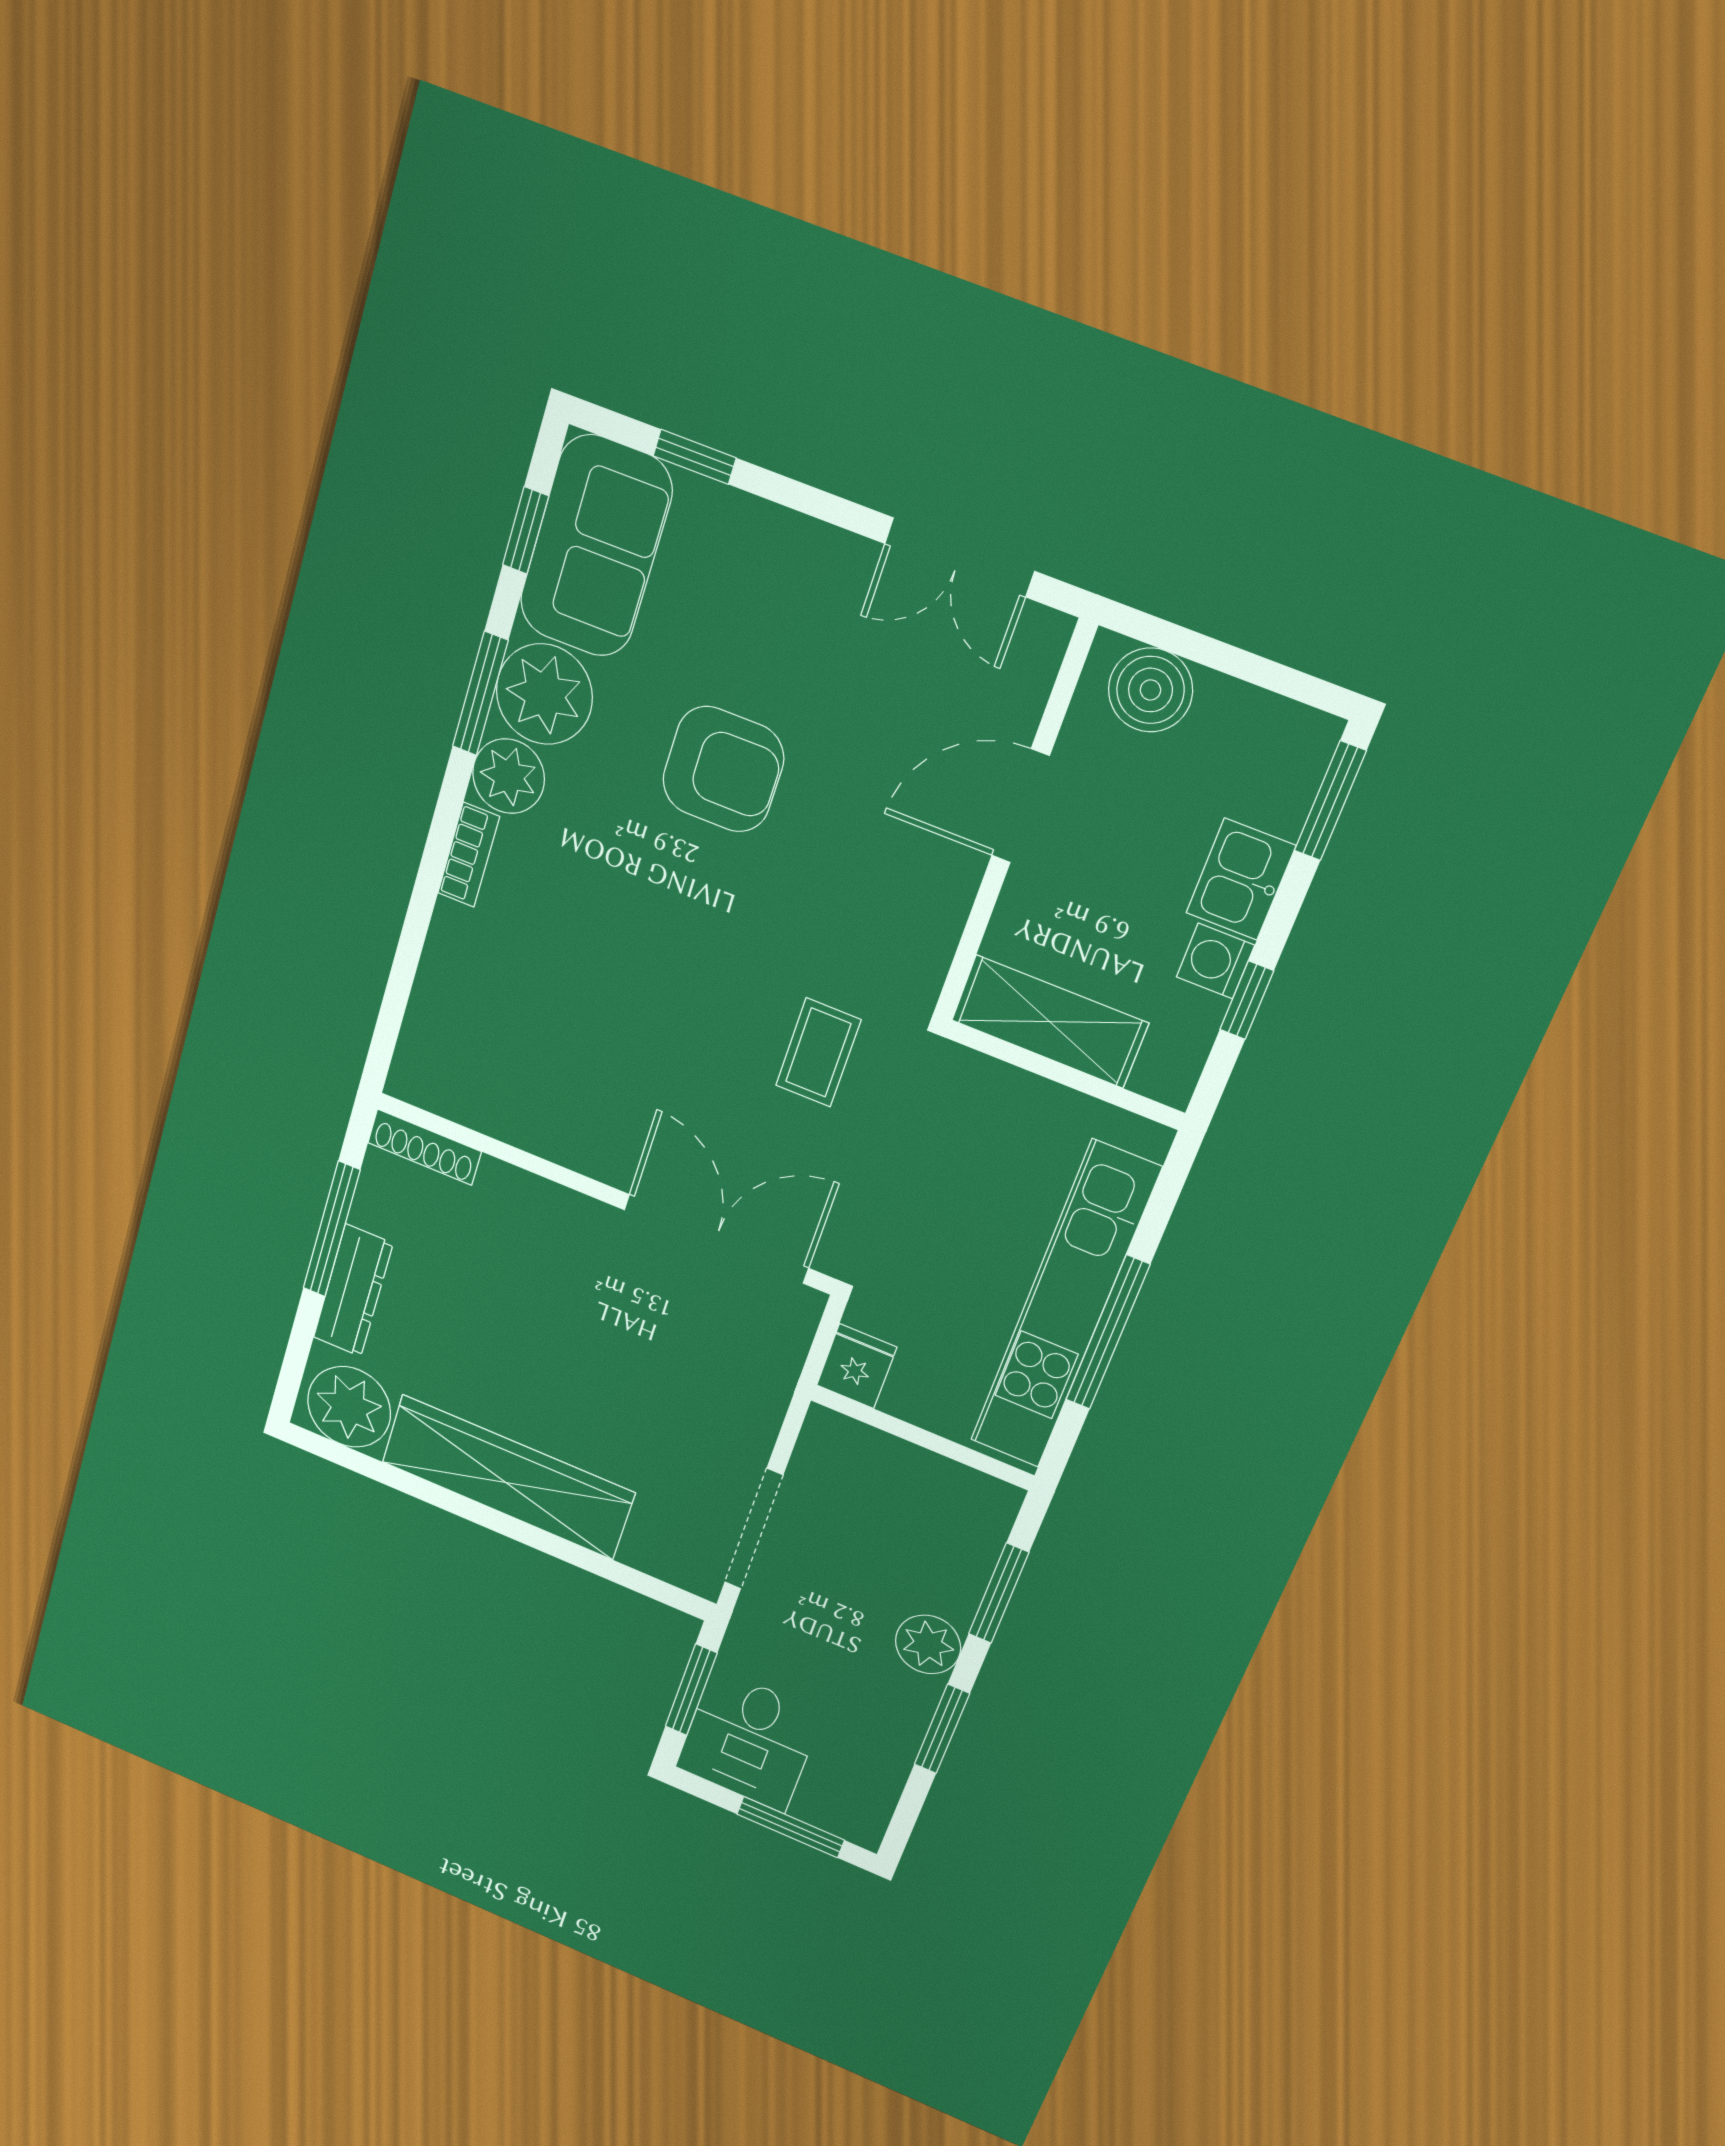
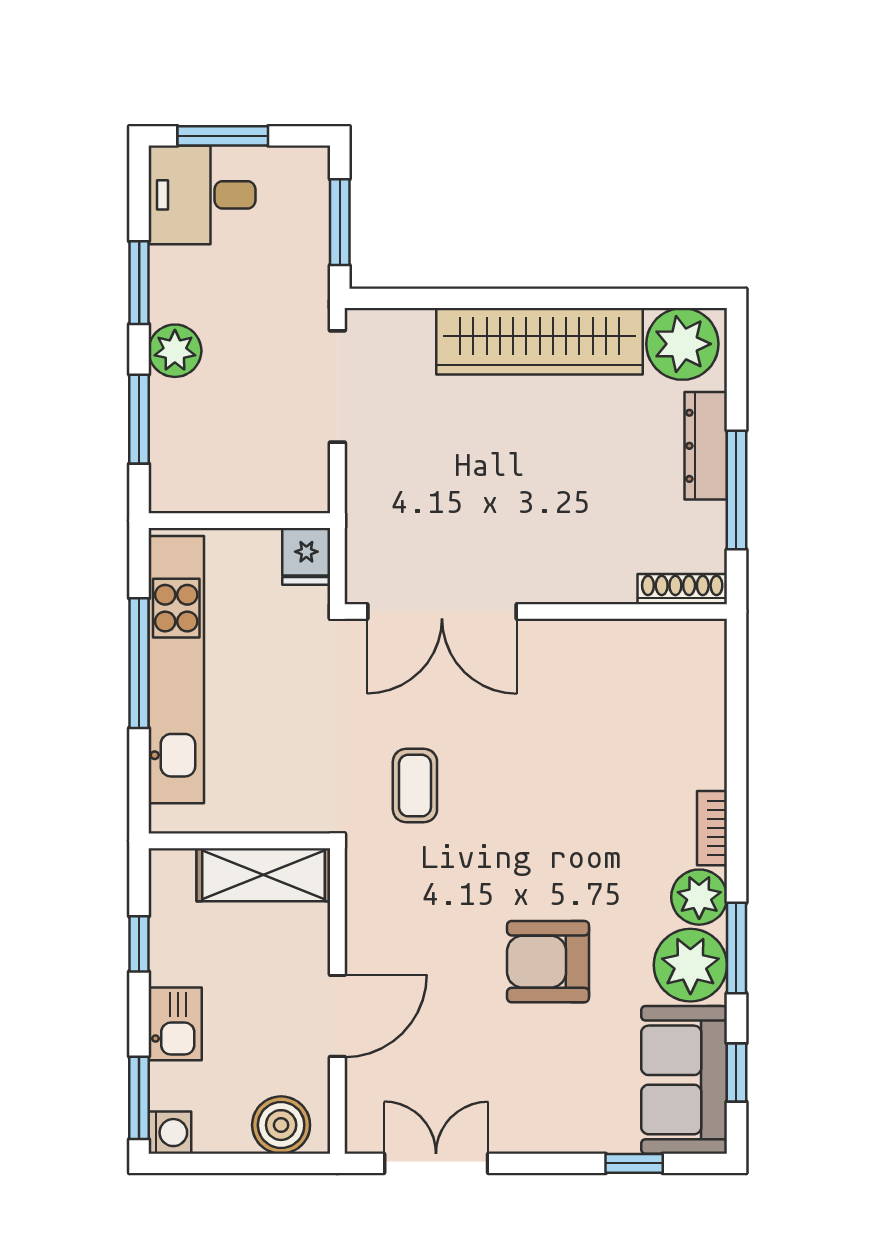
washing machine: (1215, 961) -> (170, 1133), moved
desk: (749, 1740) -> (202, 195), moved, turned -90

